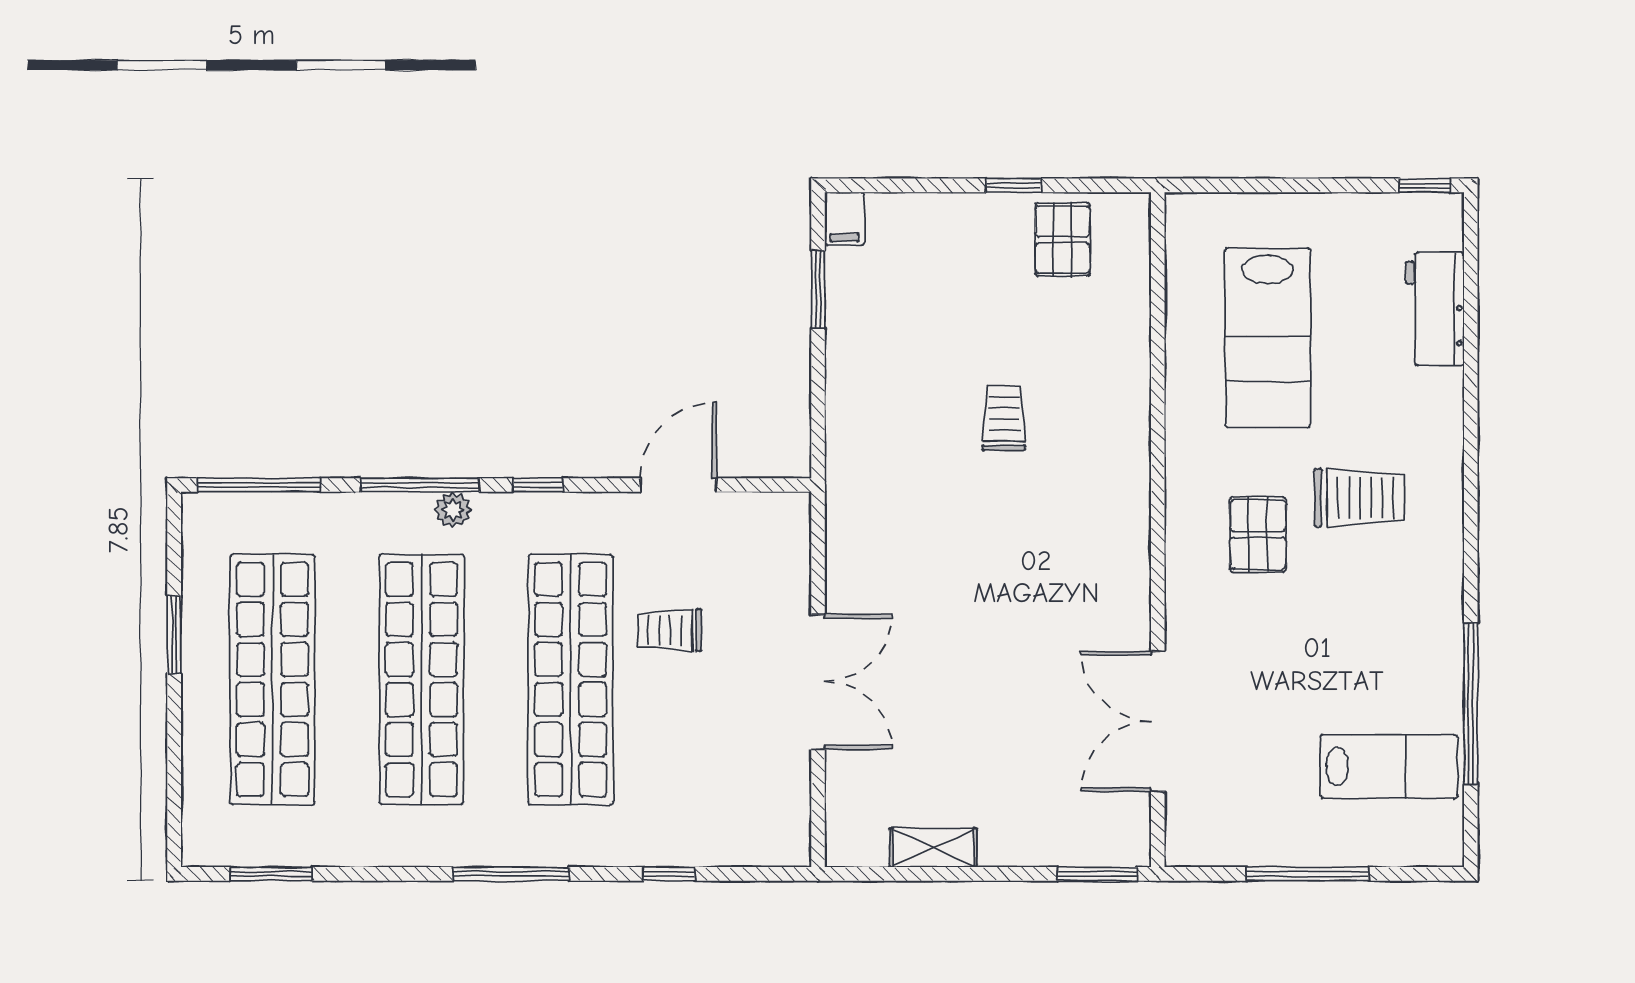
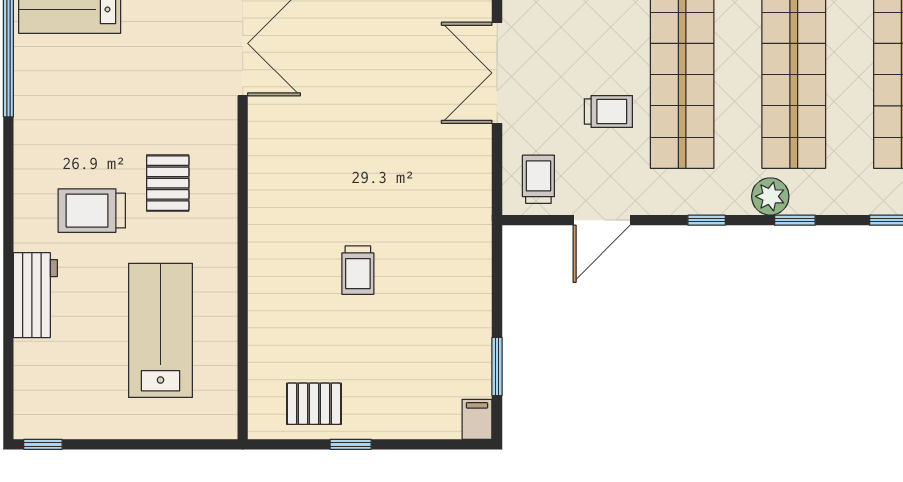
pallet: (1063, 240) -> (314, 404), turned 90
workbench: (1435, 309) -> (35, 295), moved
window: (420, 485) -> (795, 220), width x0.46
plant: (453, 510) -> (770, 196), width x1.38, depth x1.38
trolley: (763, 540) -> (538, 179), added

